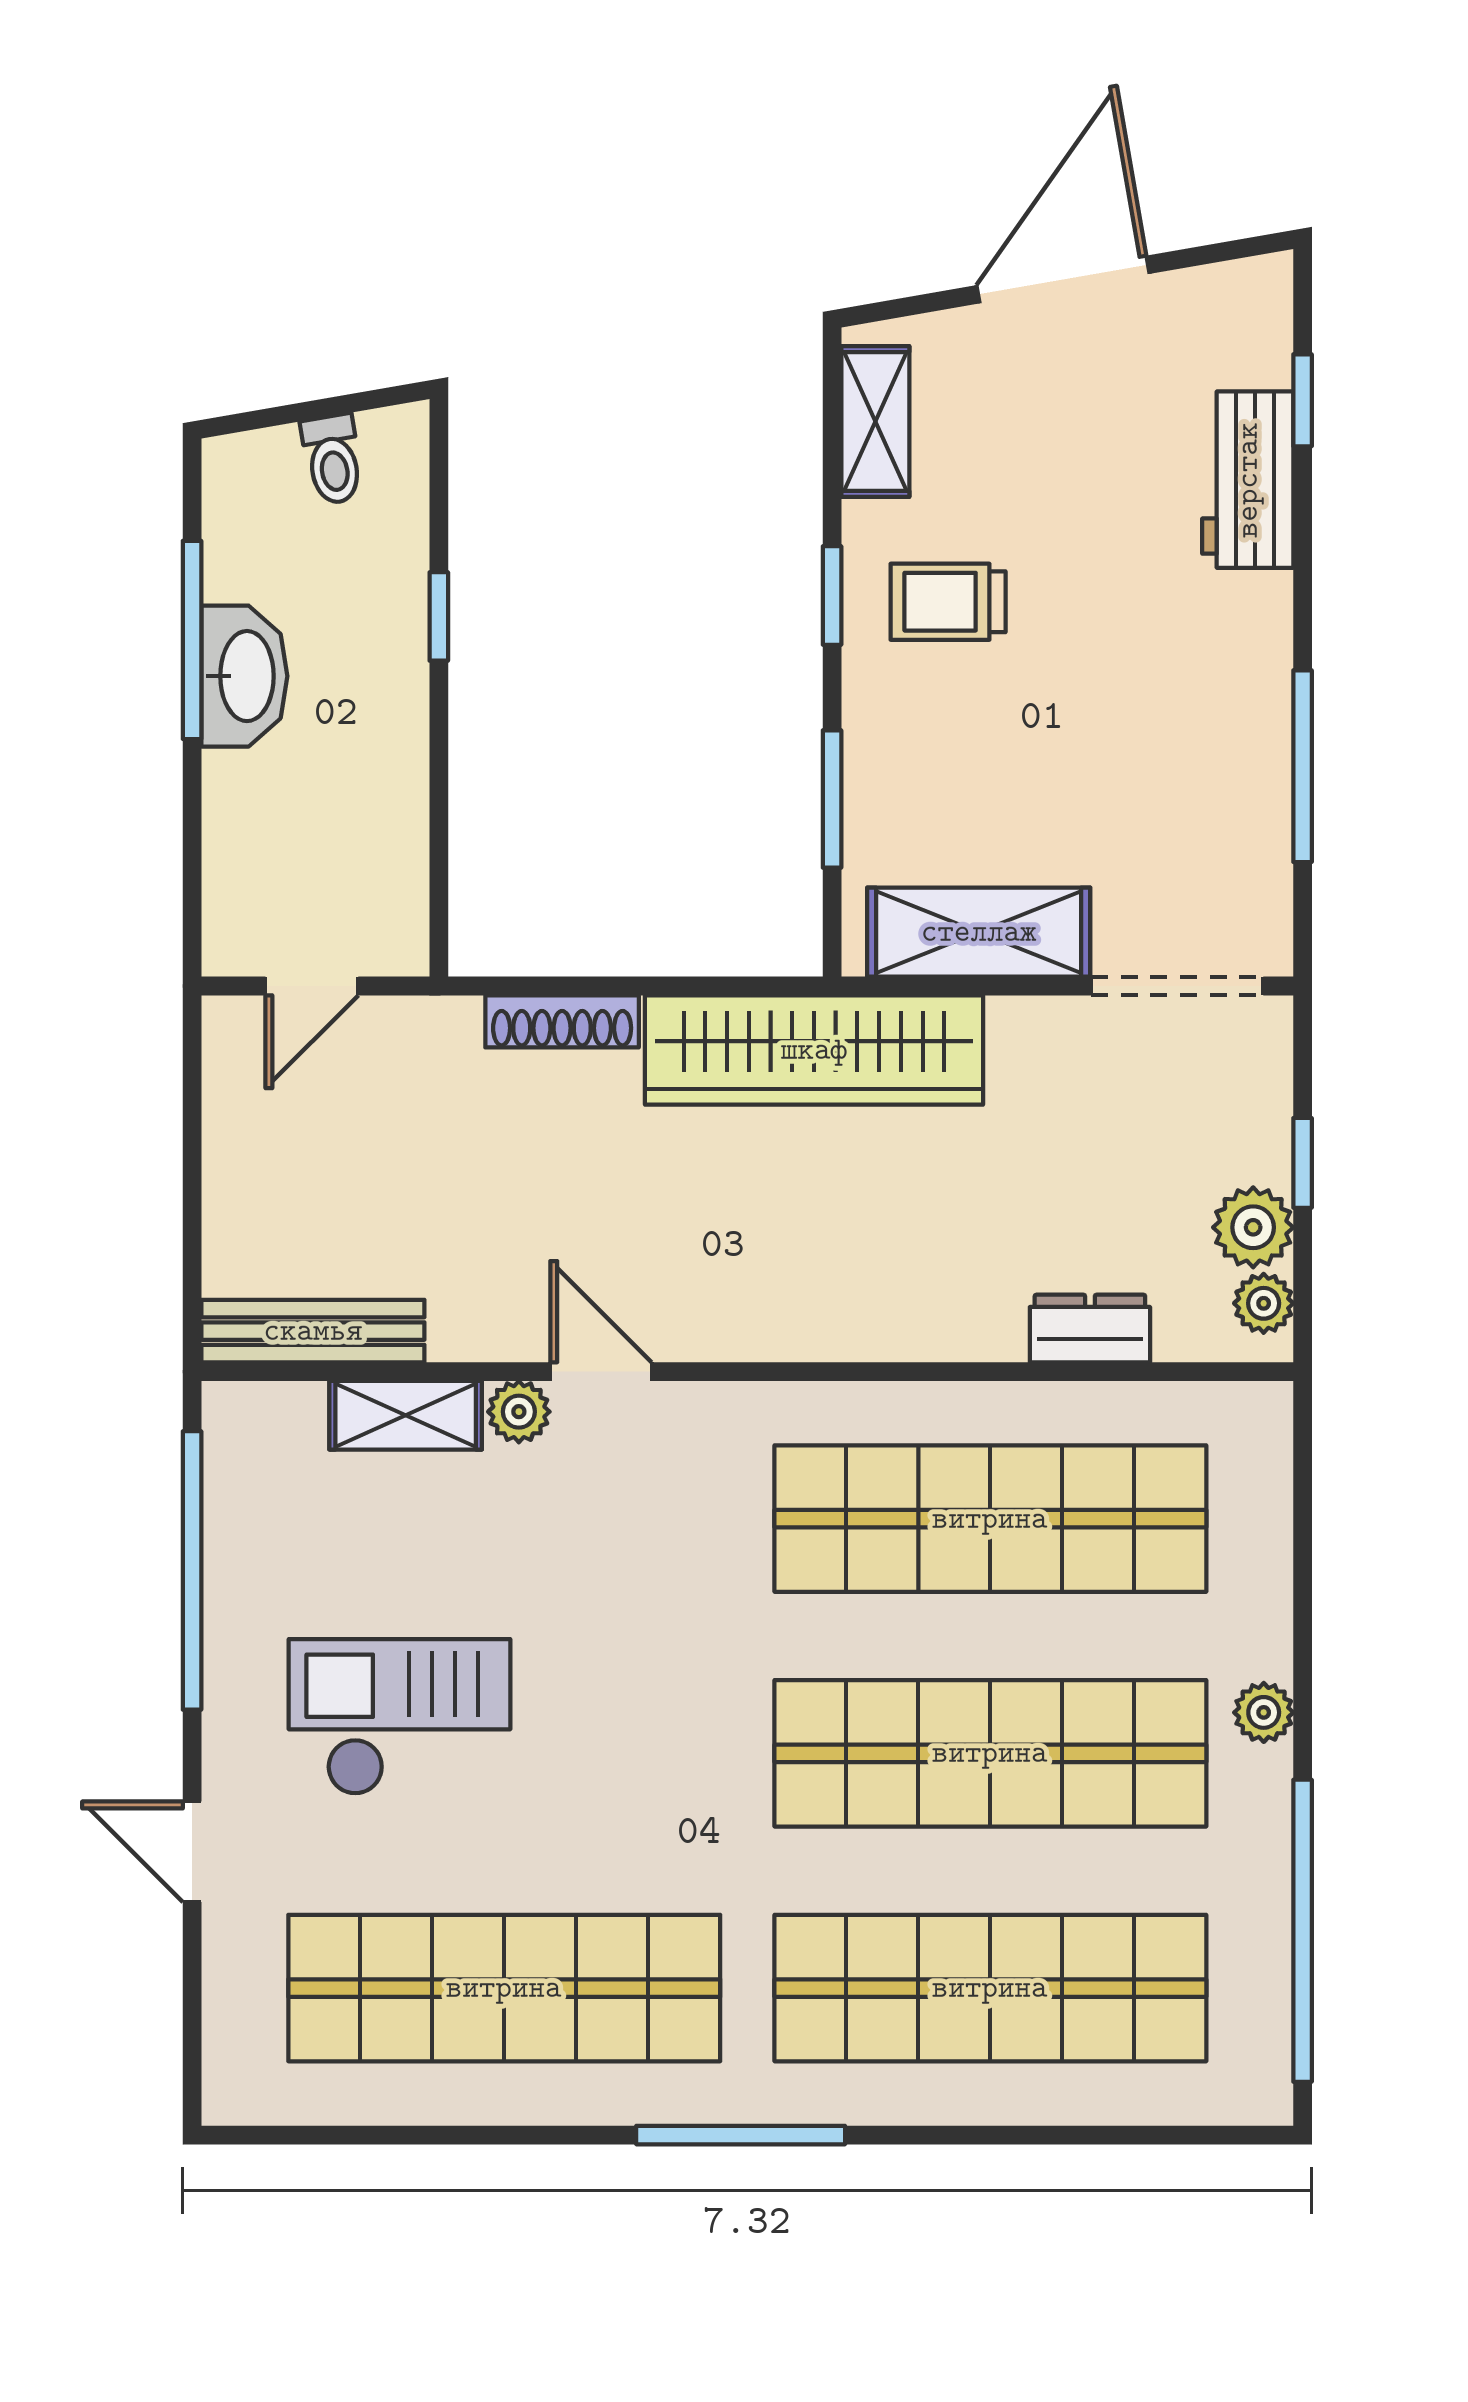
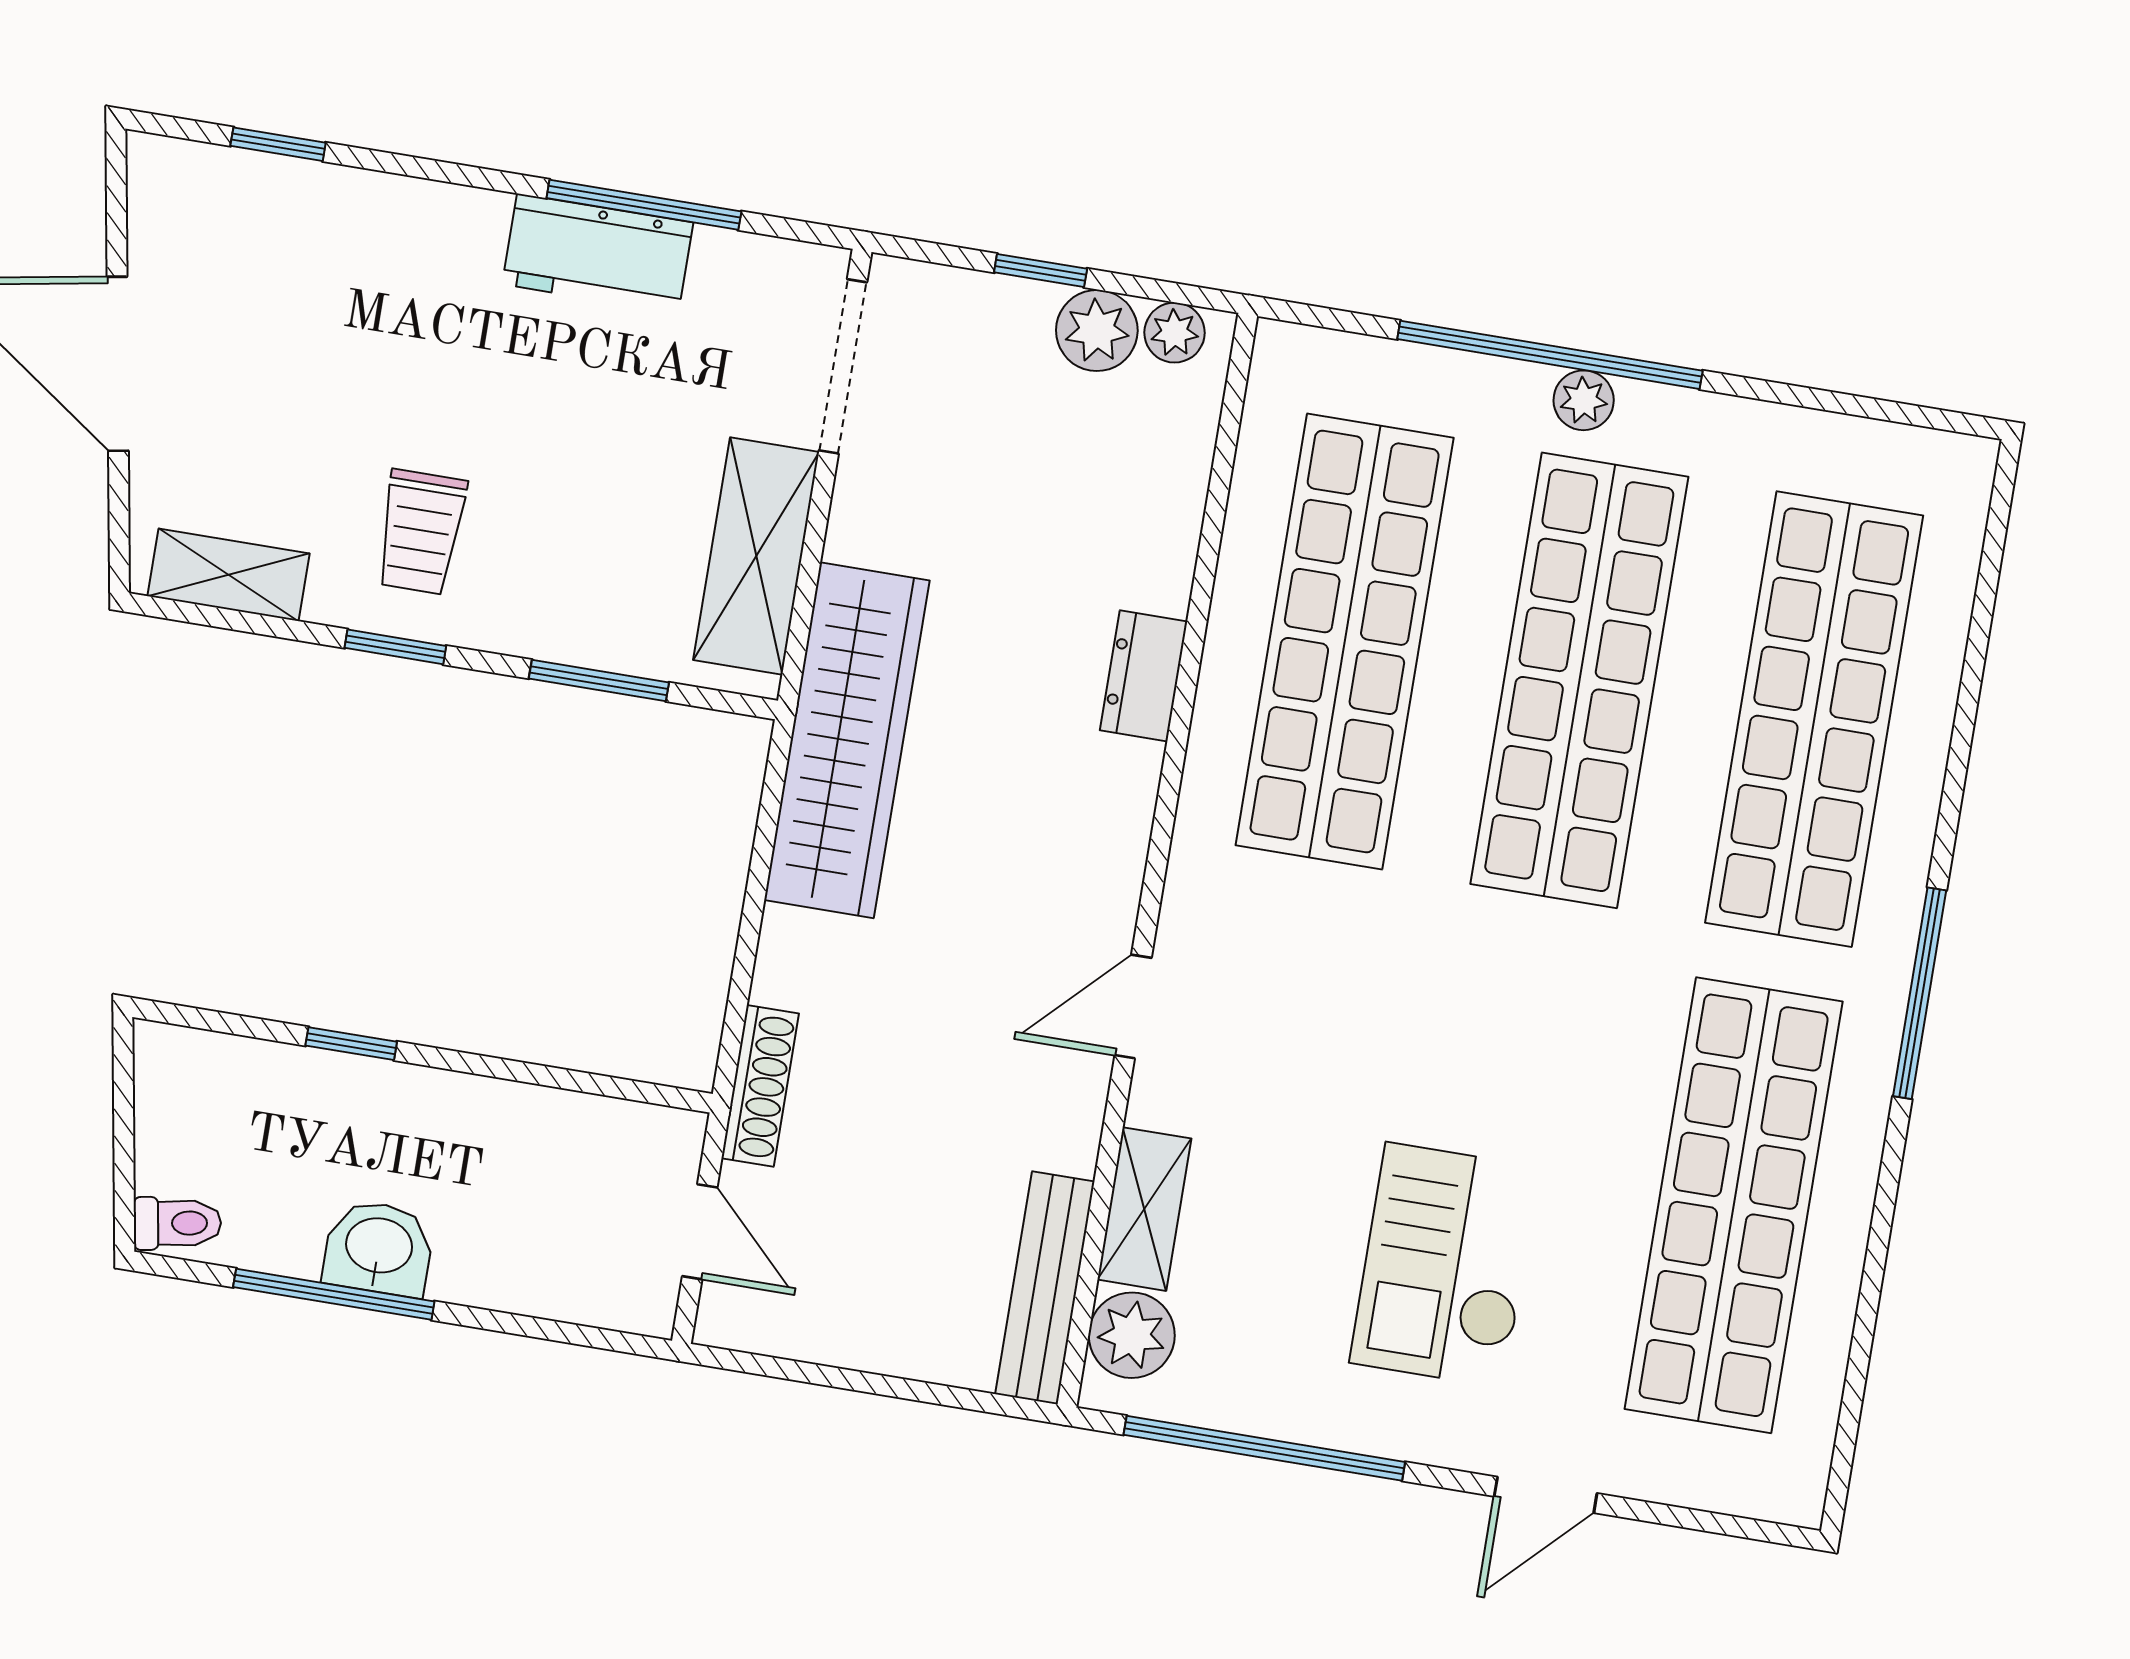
toilet: (333, 459) -> (177, 1223), moved
workbench: (1248, 480) -> (598, 253), moved
washbasin: (244, 676) -> (379, 1248), width x0.72
shoe rack: (562, 1021) -> (760, 1086), moved
dresser: (1090, 1329) -> (1144, 676), moved
plant: (519, 1412) -> (1132, 1335), moved, width x1.38, depth x1.38
window: (1303, 1931) -> (1550, 355), moved

